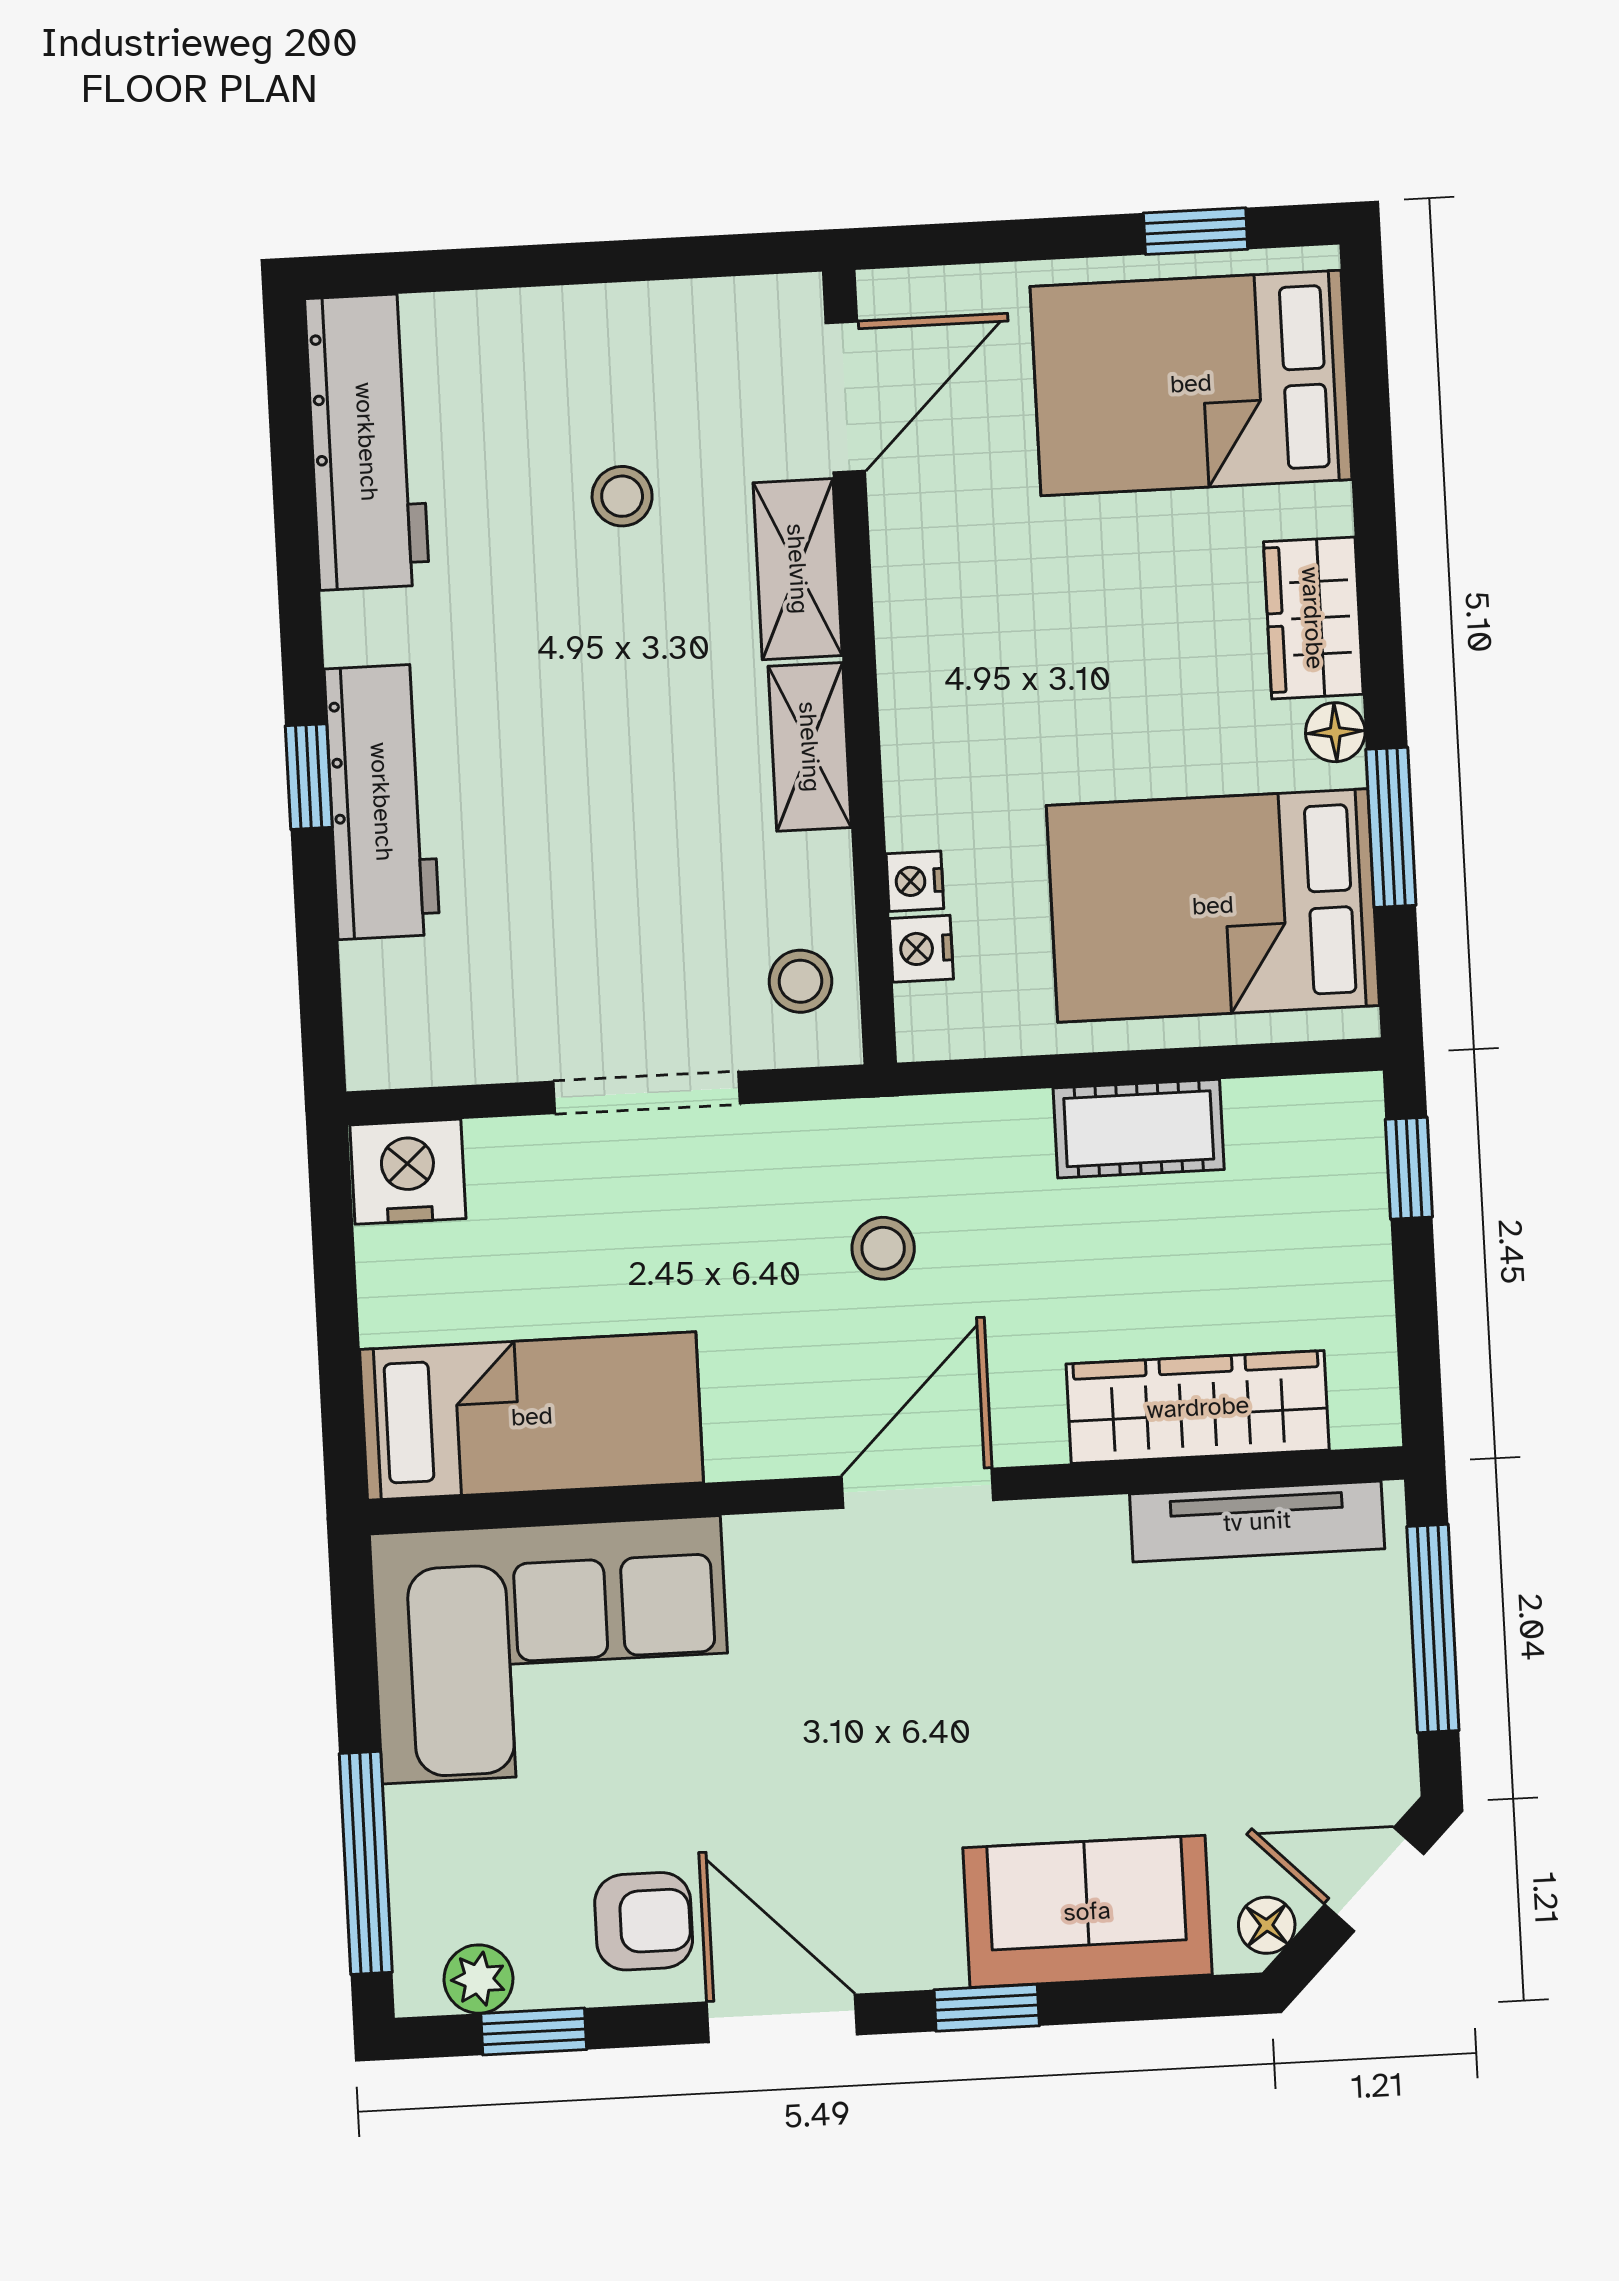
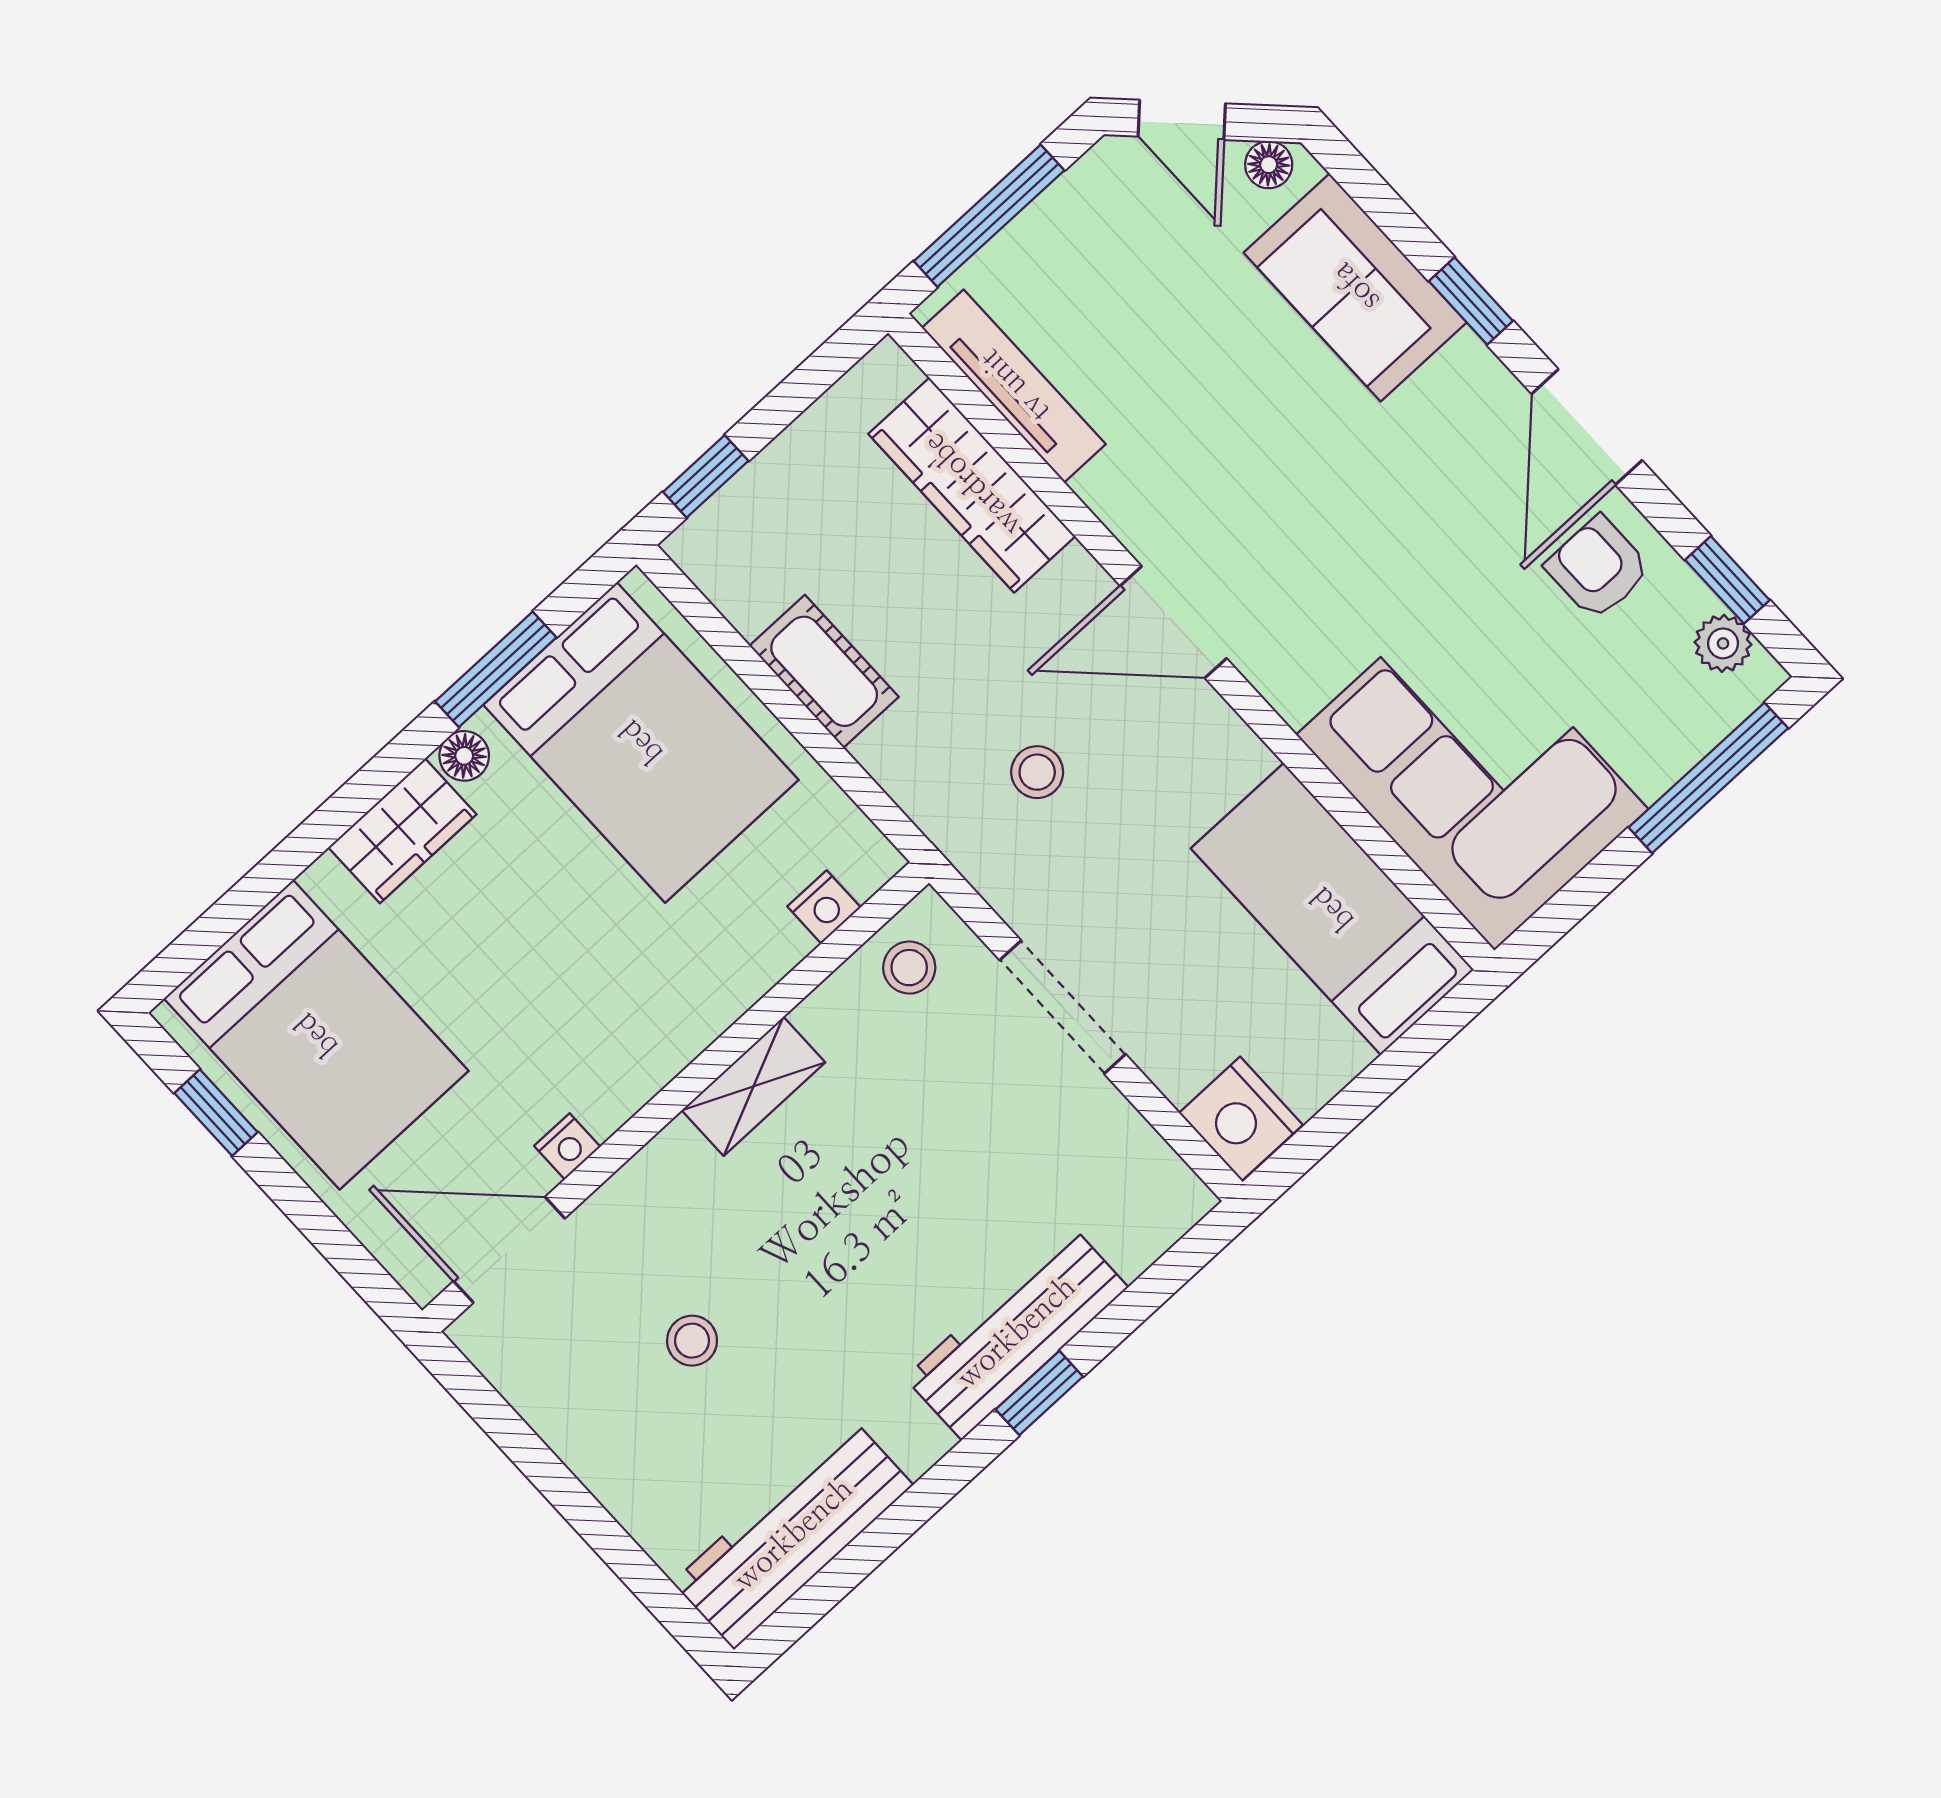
shelving: (798, 569) -> (645, 1189), removed
nightstand: (915, 881) -> (567, 1146), moved

